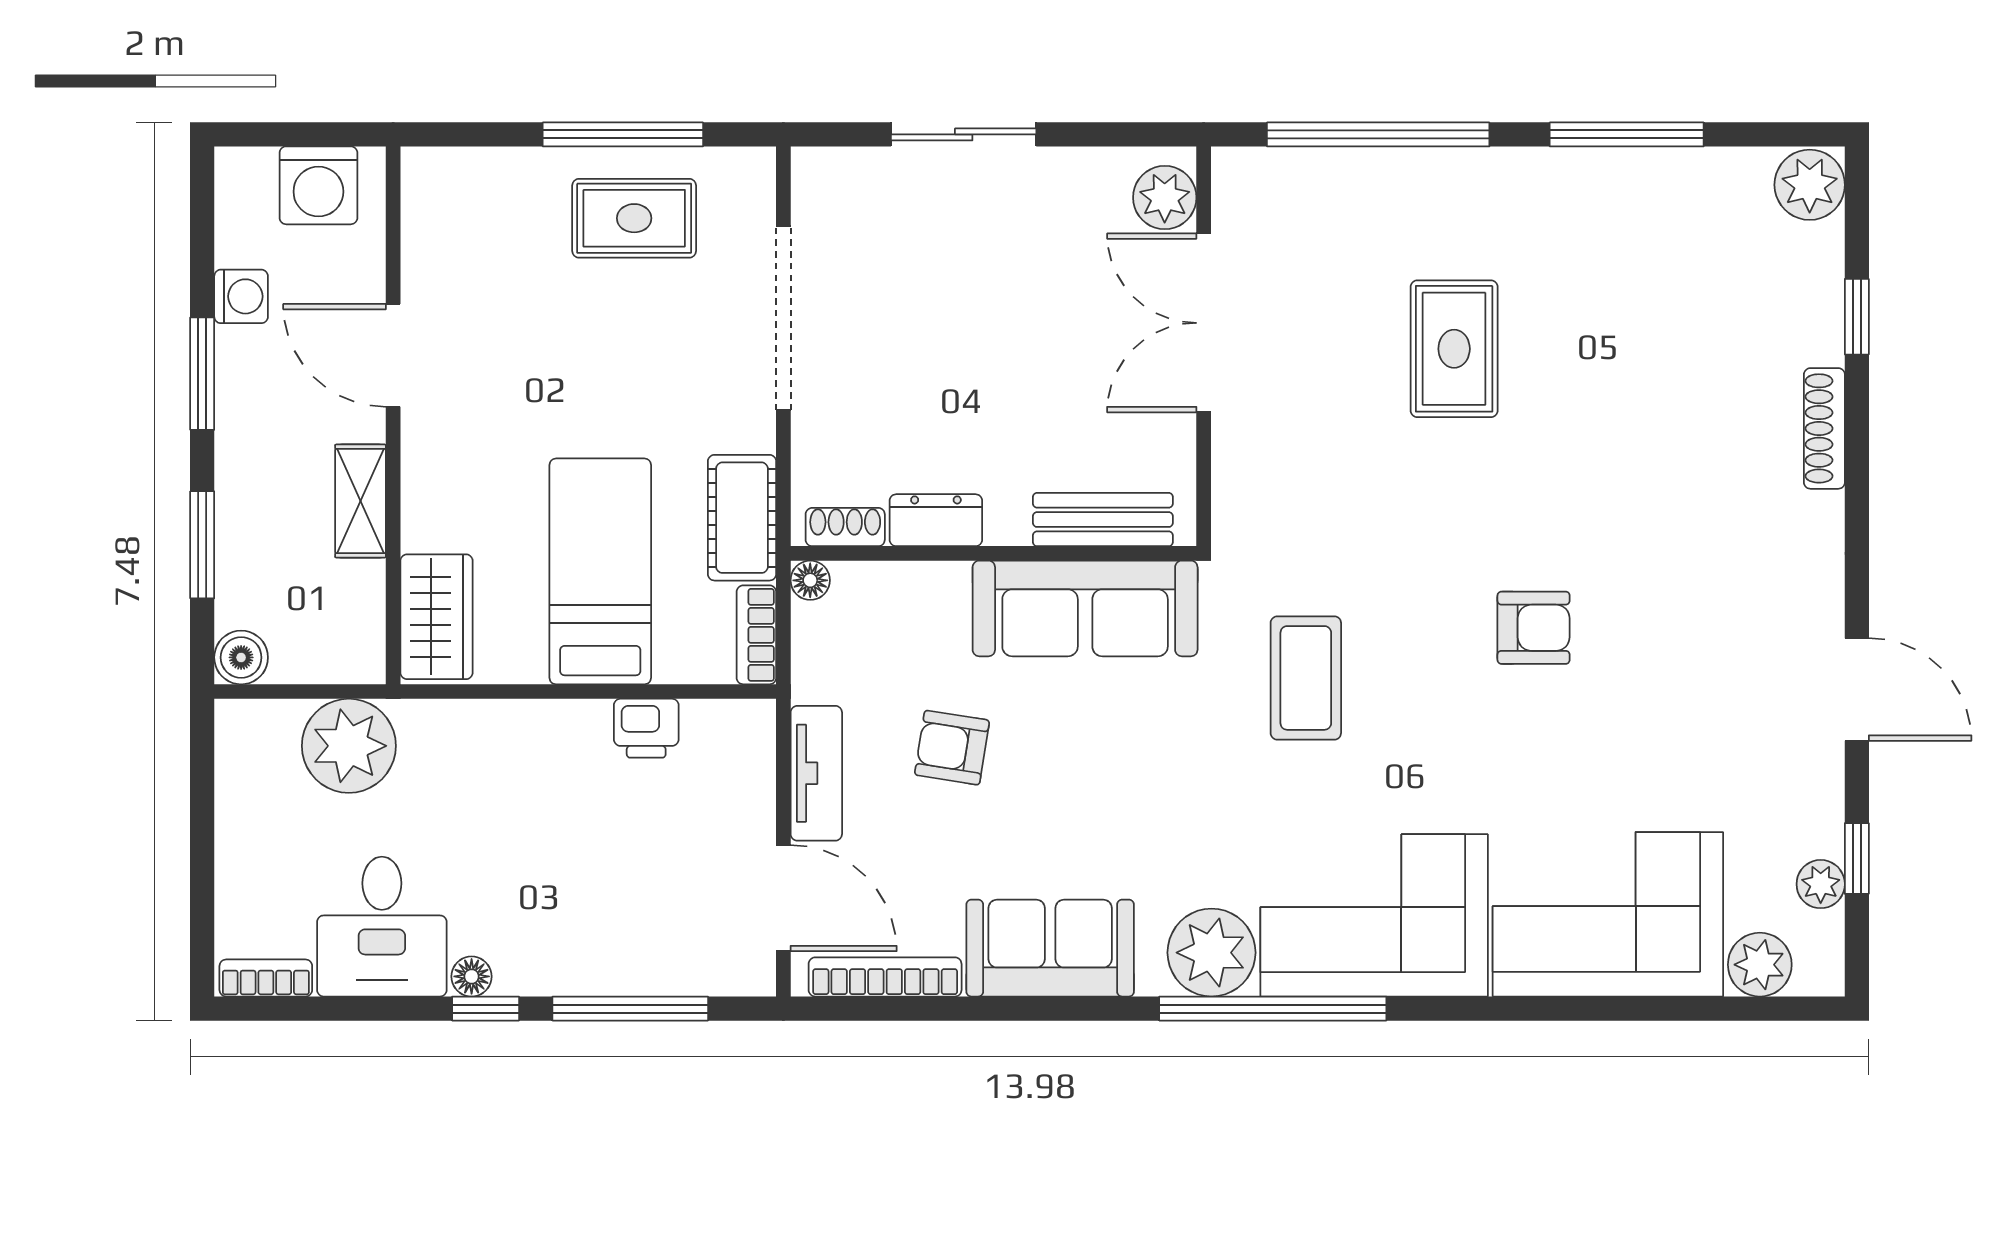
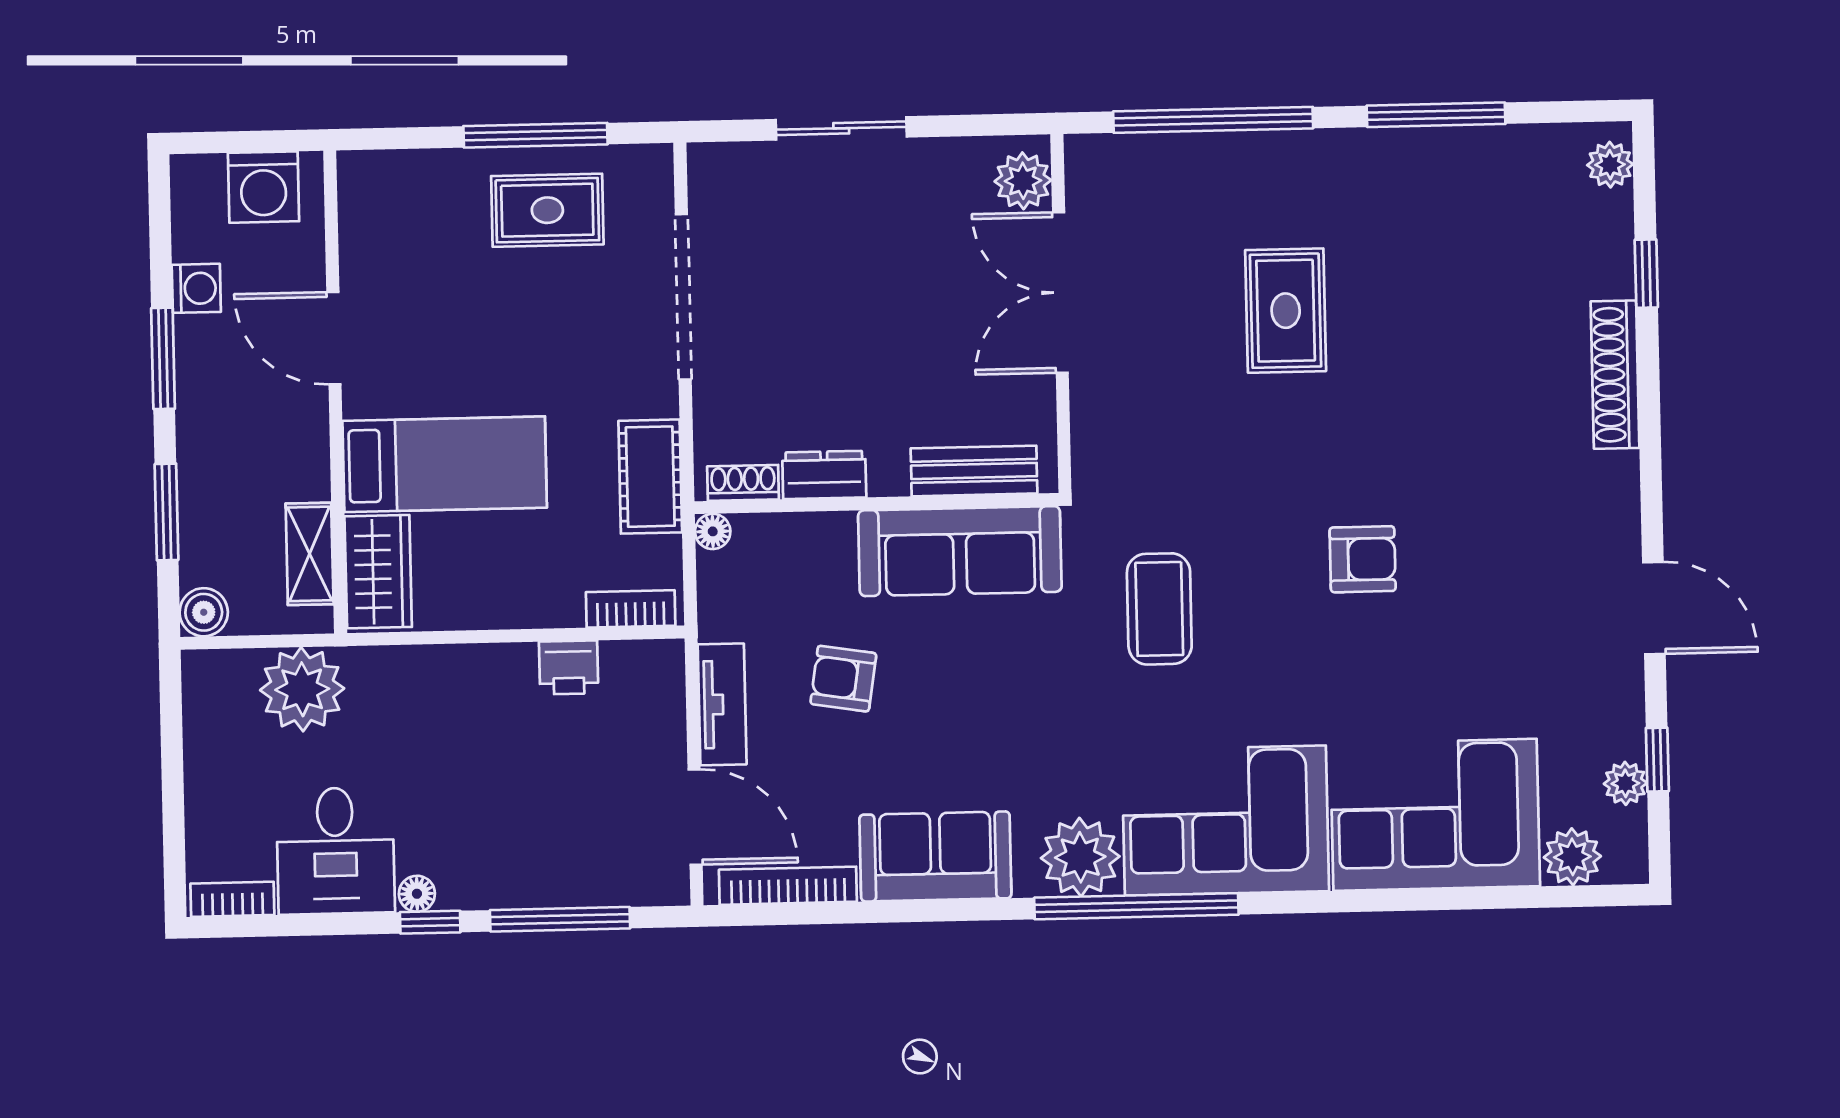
plant: (1810, 185) -> (1610, 165), width x0.73, depth x0.73
shoe rack: (1824, 428) -> (1615, 375), width x1.36, depth x1.24
shelving: (360, 501) -> (310, 554), moved
bed: (600, 571) -> (445, 464), moved, turned 90
bookcase: (756, 635) -> (631, 609), moved, turned 90

